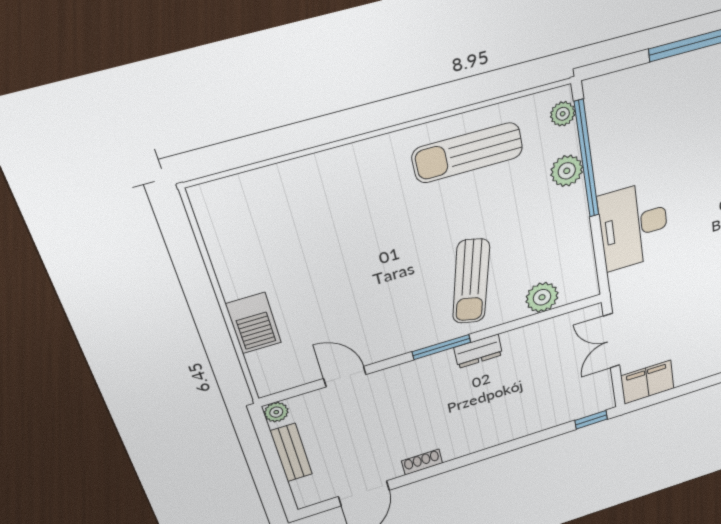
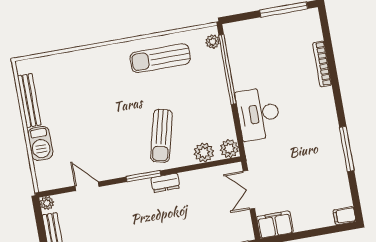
plant: (567, 171) -> (229, 149), moved
bench: (223, 255) -> (29, 100), added

